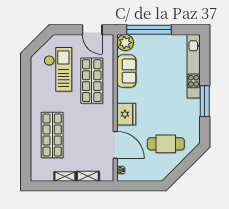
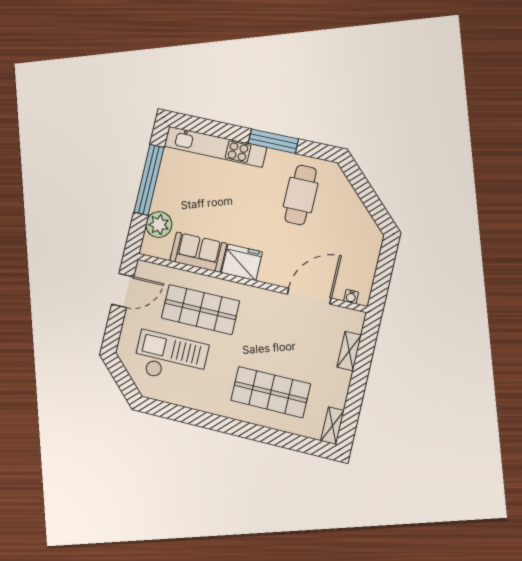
window: (149, 30) -> (149, 180), moved
plant: (125, 43) -> (159, 225), moved
fridge: (126, 114) -> (242, 262), moved
cafe table: (166, 144) -> (301, 195), moved
shelving: (65, 177) -> (332, 426), moved

